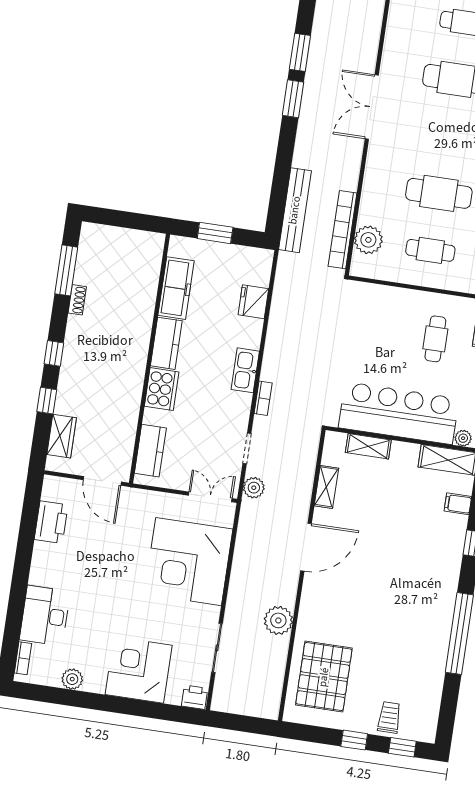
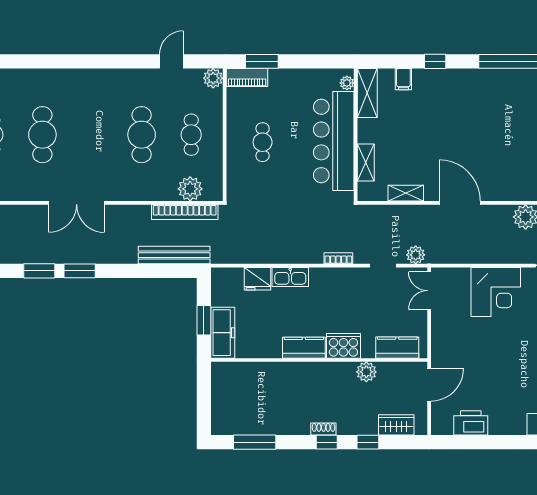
freezer: (176, 288) -> (223, 333), moved, turned 90
shoe rack: (77, 300) -> (323, 429), moved
cafe table: (435, 339) -> (263, 142), moved, turned 90
kitchen sink: (245, 370) -> (290, 277), moved
plant: (128, 411) -> (366, 372), added
corner desk: (189, 562) -> (496, 292), width x0.74, depth x0.74

